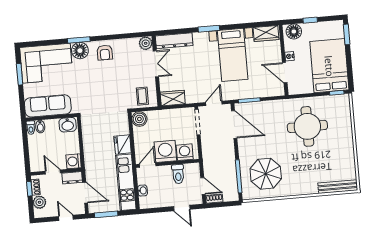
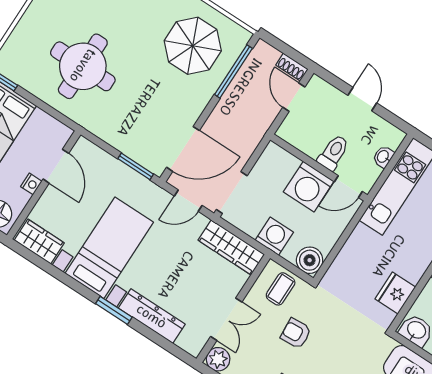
dresser: (174, 41) -> (152, 316), moved
double door: (156, 64) -> (226, 319), swing flipped
armchair: (120, 82) -> (296, 333), added
wardrobe: (173, 98) -> (231, 247), width x1.50
door: (234, 124) -> (183, 149), swing flipped
fridge: (123, 144) -> (395, 293), moved, turned 180
washing machine: (185, 152) -> (274, 236), moved, turned 180
toilet: (178, 174) -> (333, 153), moved
door: (182, 208) -> (362, 99), moved

